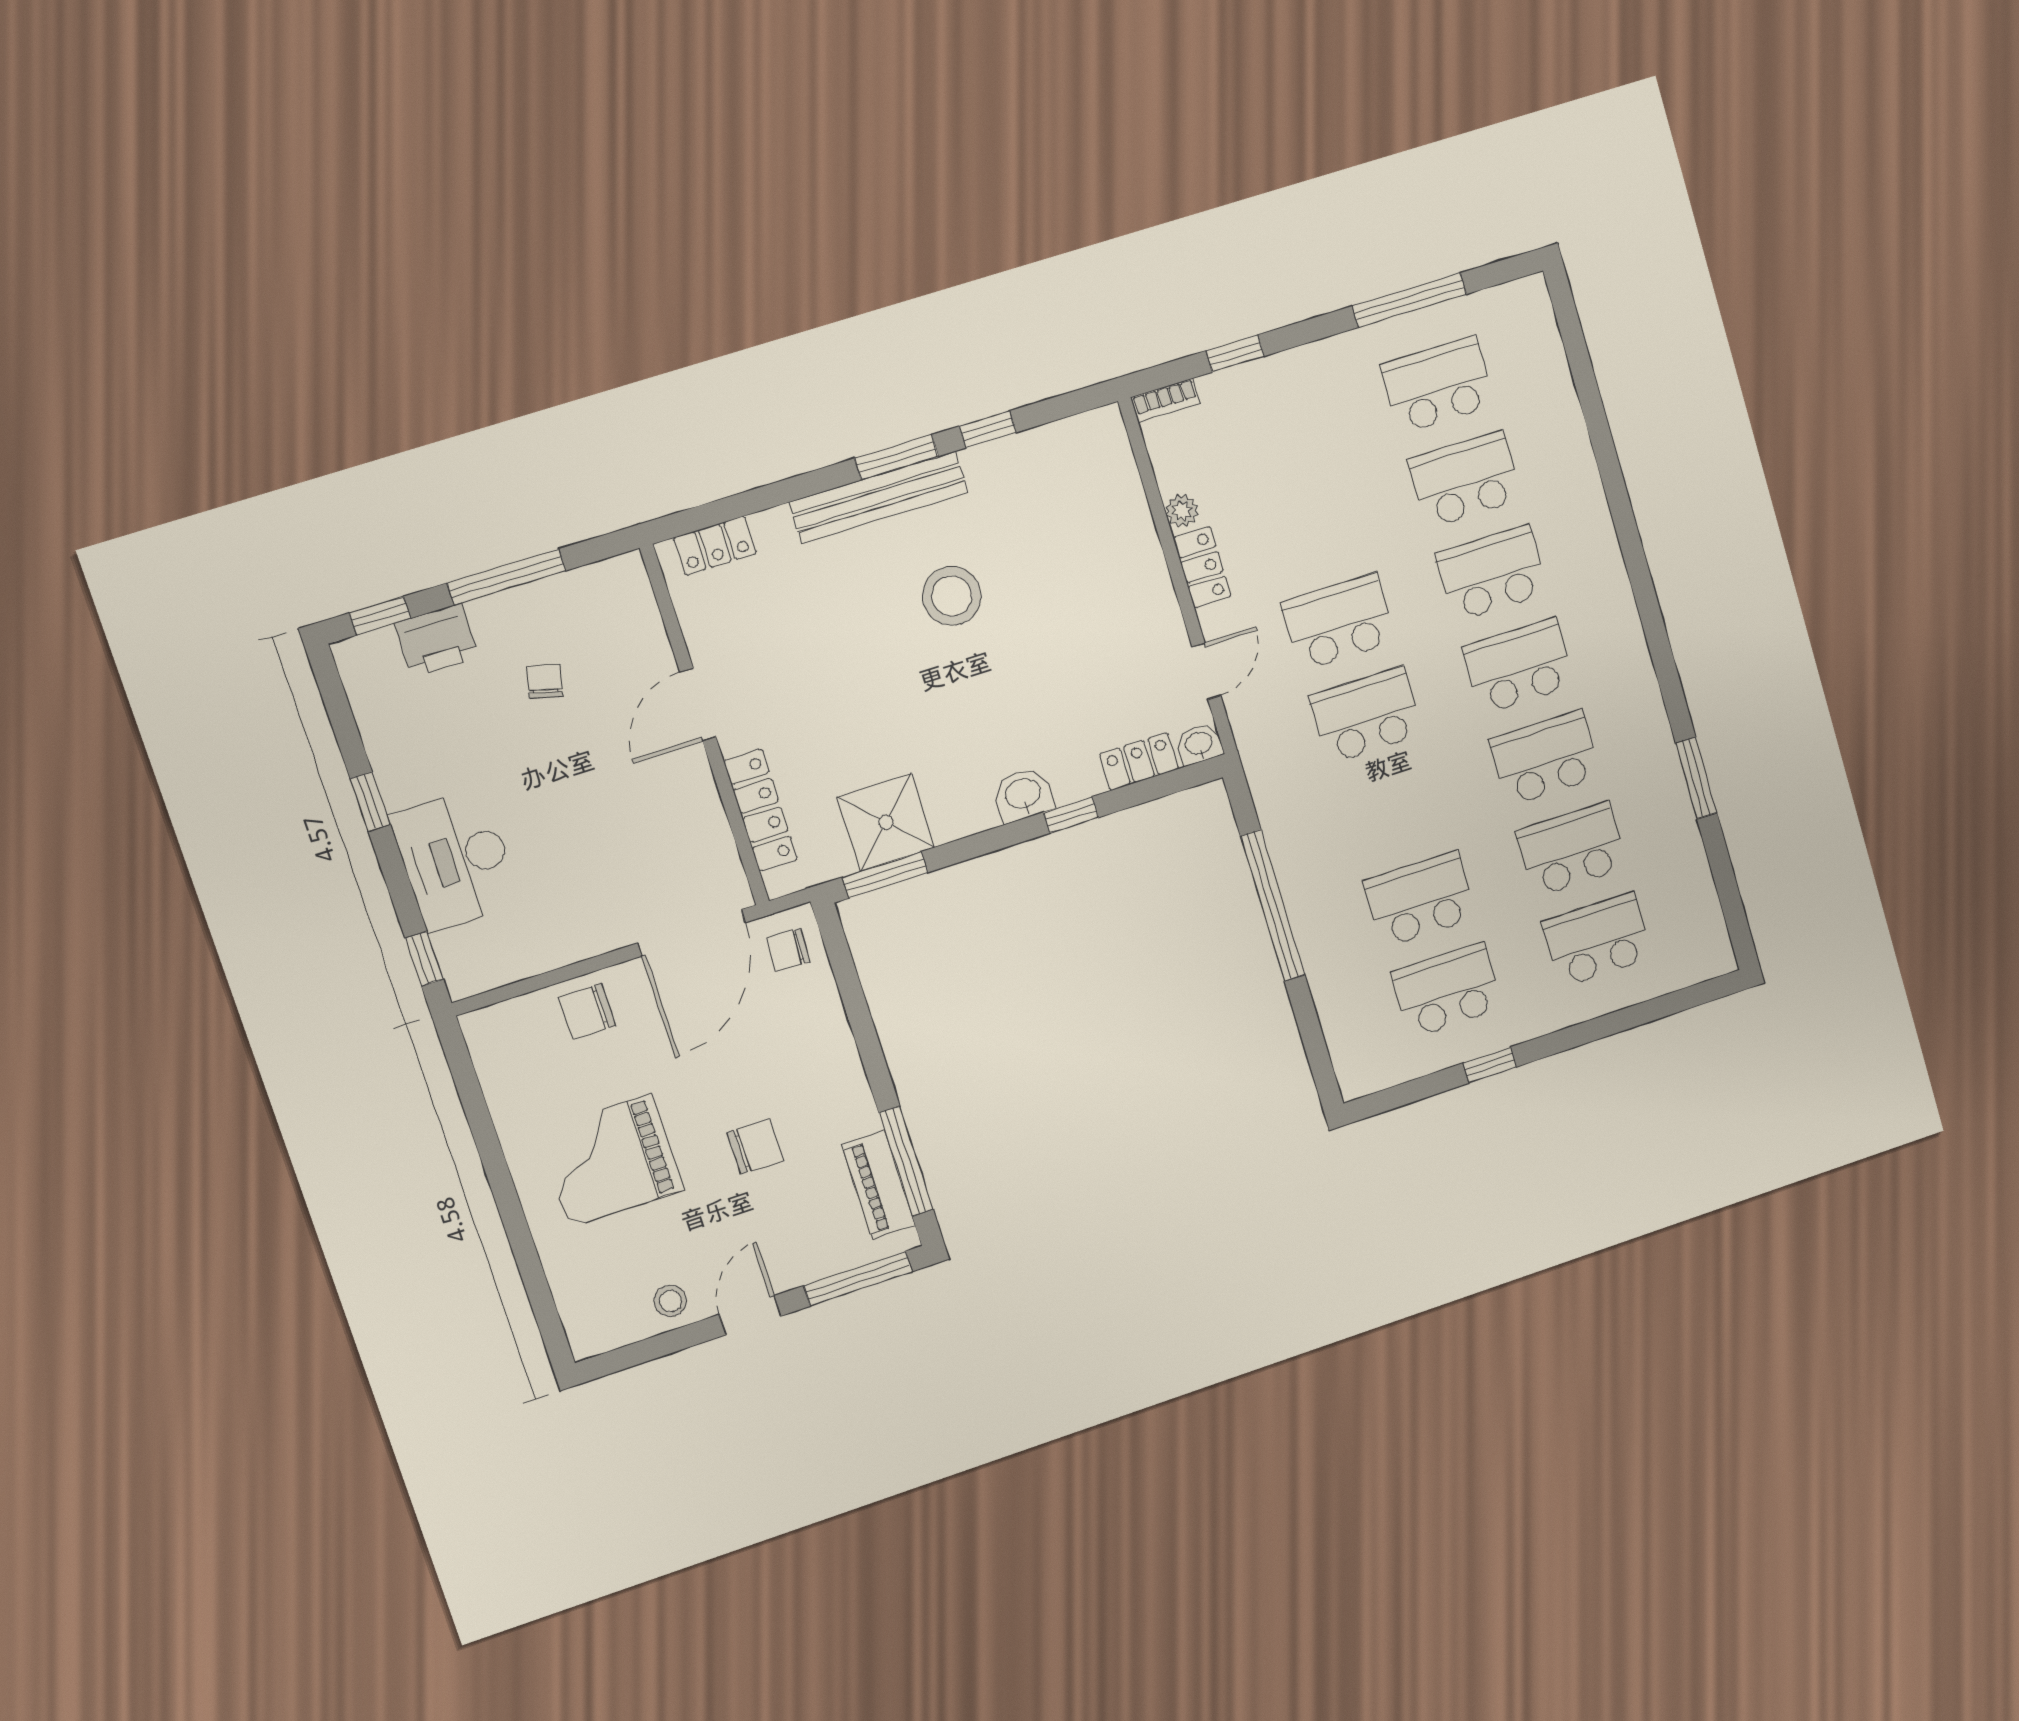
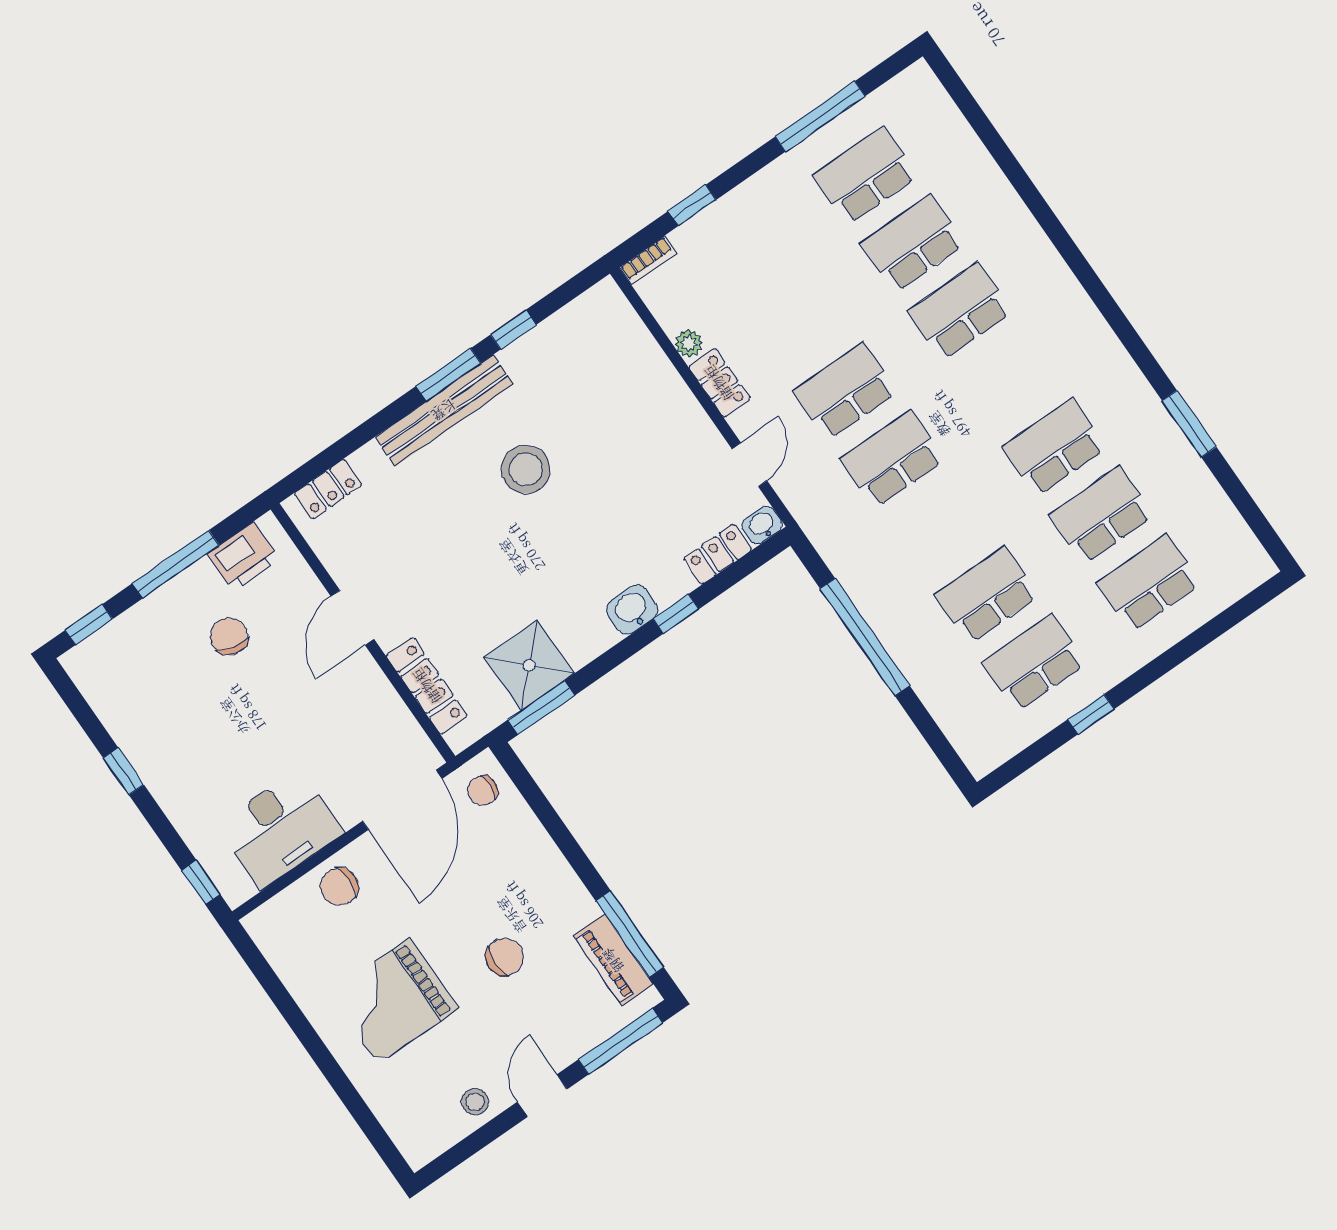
printer: (437, 640) -> (243, 556), moved
school desk: (1519, 666) -> (1007, 379), removed
chair: (545, 681) -> (229, 636), width x1.37, depth x1.37
desk: (455, 860) -> (280, 829), moved, turned -90

